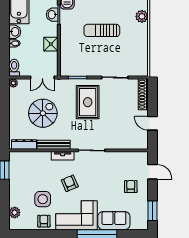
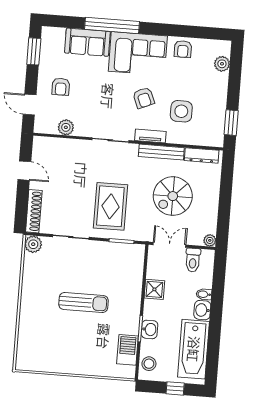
plant: (142, 16) -> (33, 244), moved
toilet: (14, 68) -> (193, 260), moved
plant: (125, 157) -> (66, 127), added
side table: (43, 199) -> (181, 111), moved

